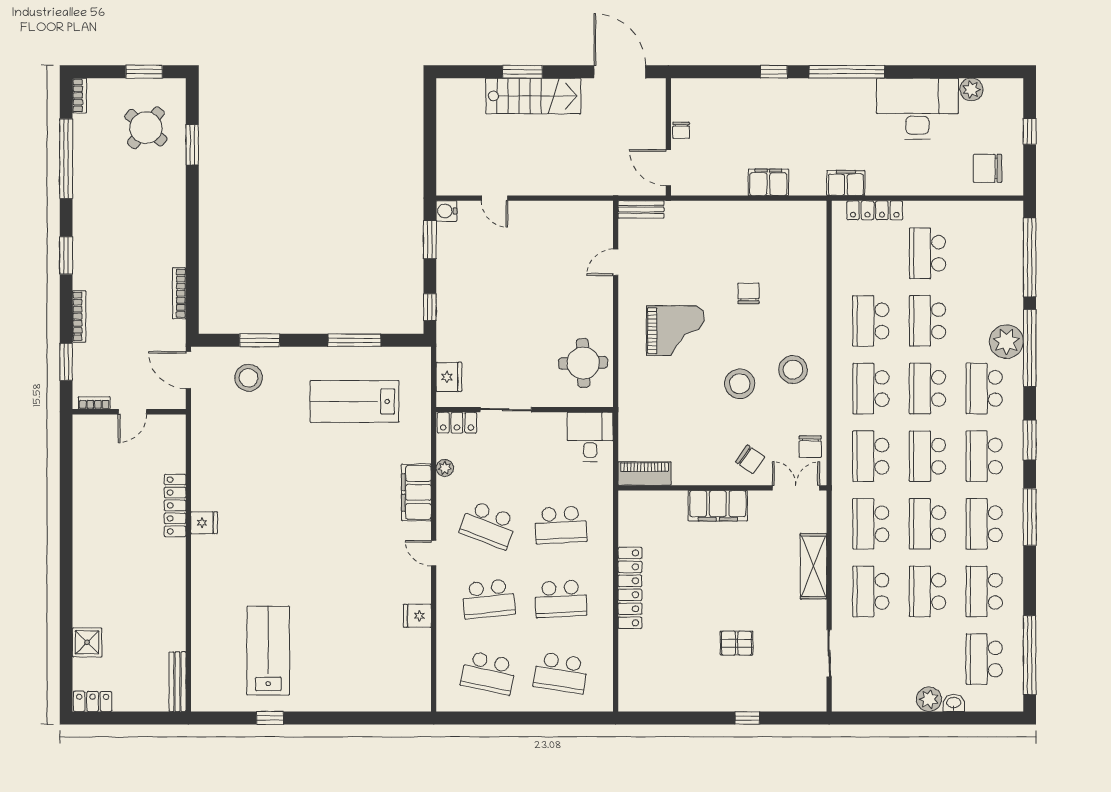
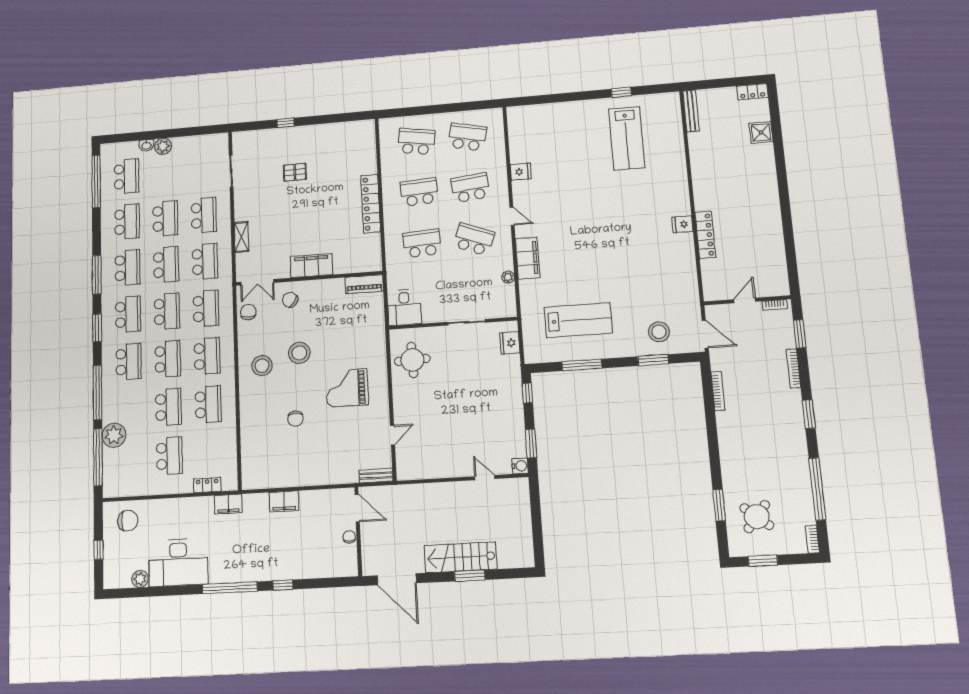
locker: (875, 210) -> (207, 485), width x0.66
plant: (1006, 342) -> (114, 435), moved
locker: (457, 423) -> (502, 310), removed
shelving: (813, 566) -> (241, 237), width x0.67, depth x0.75

